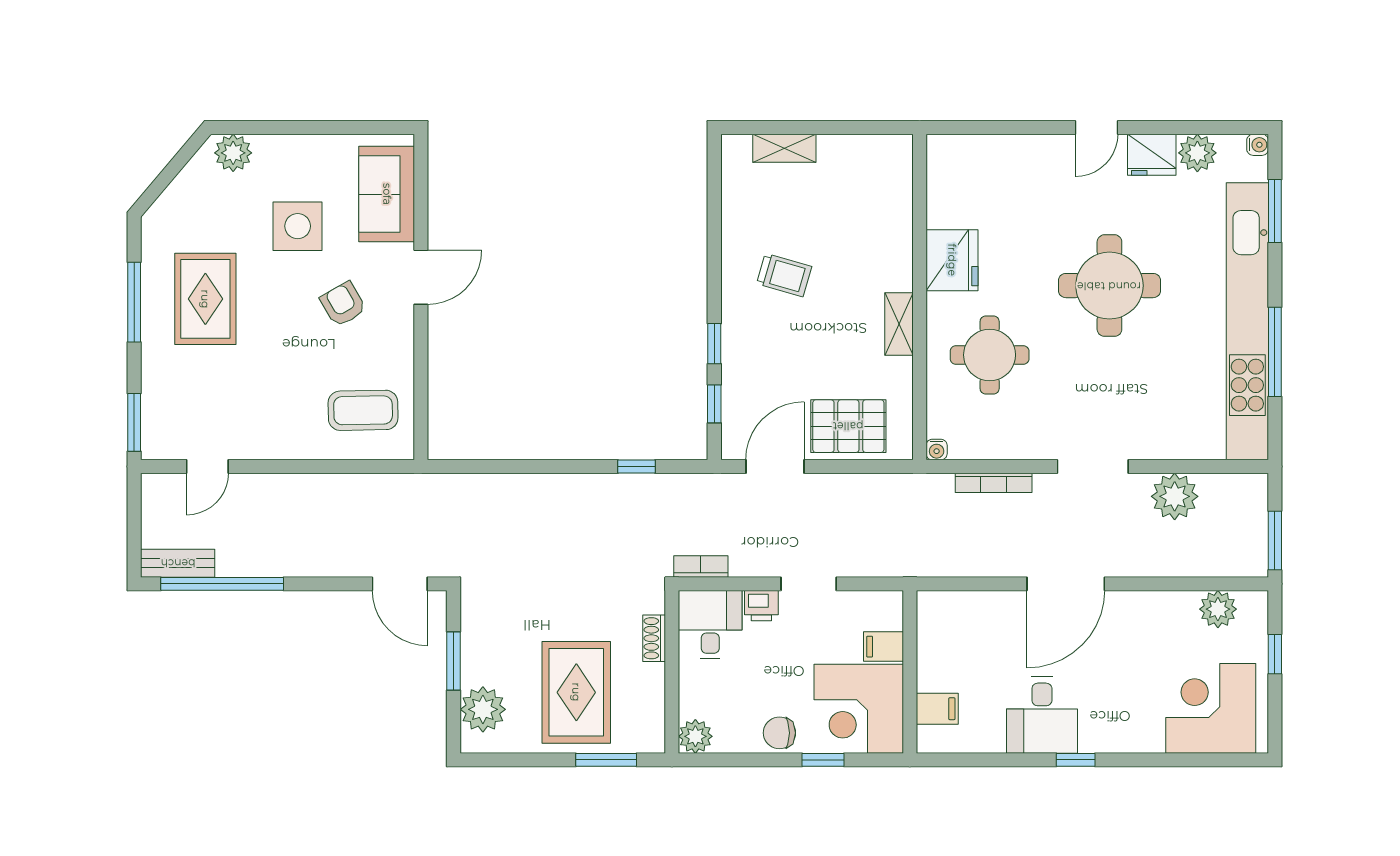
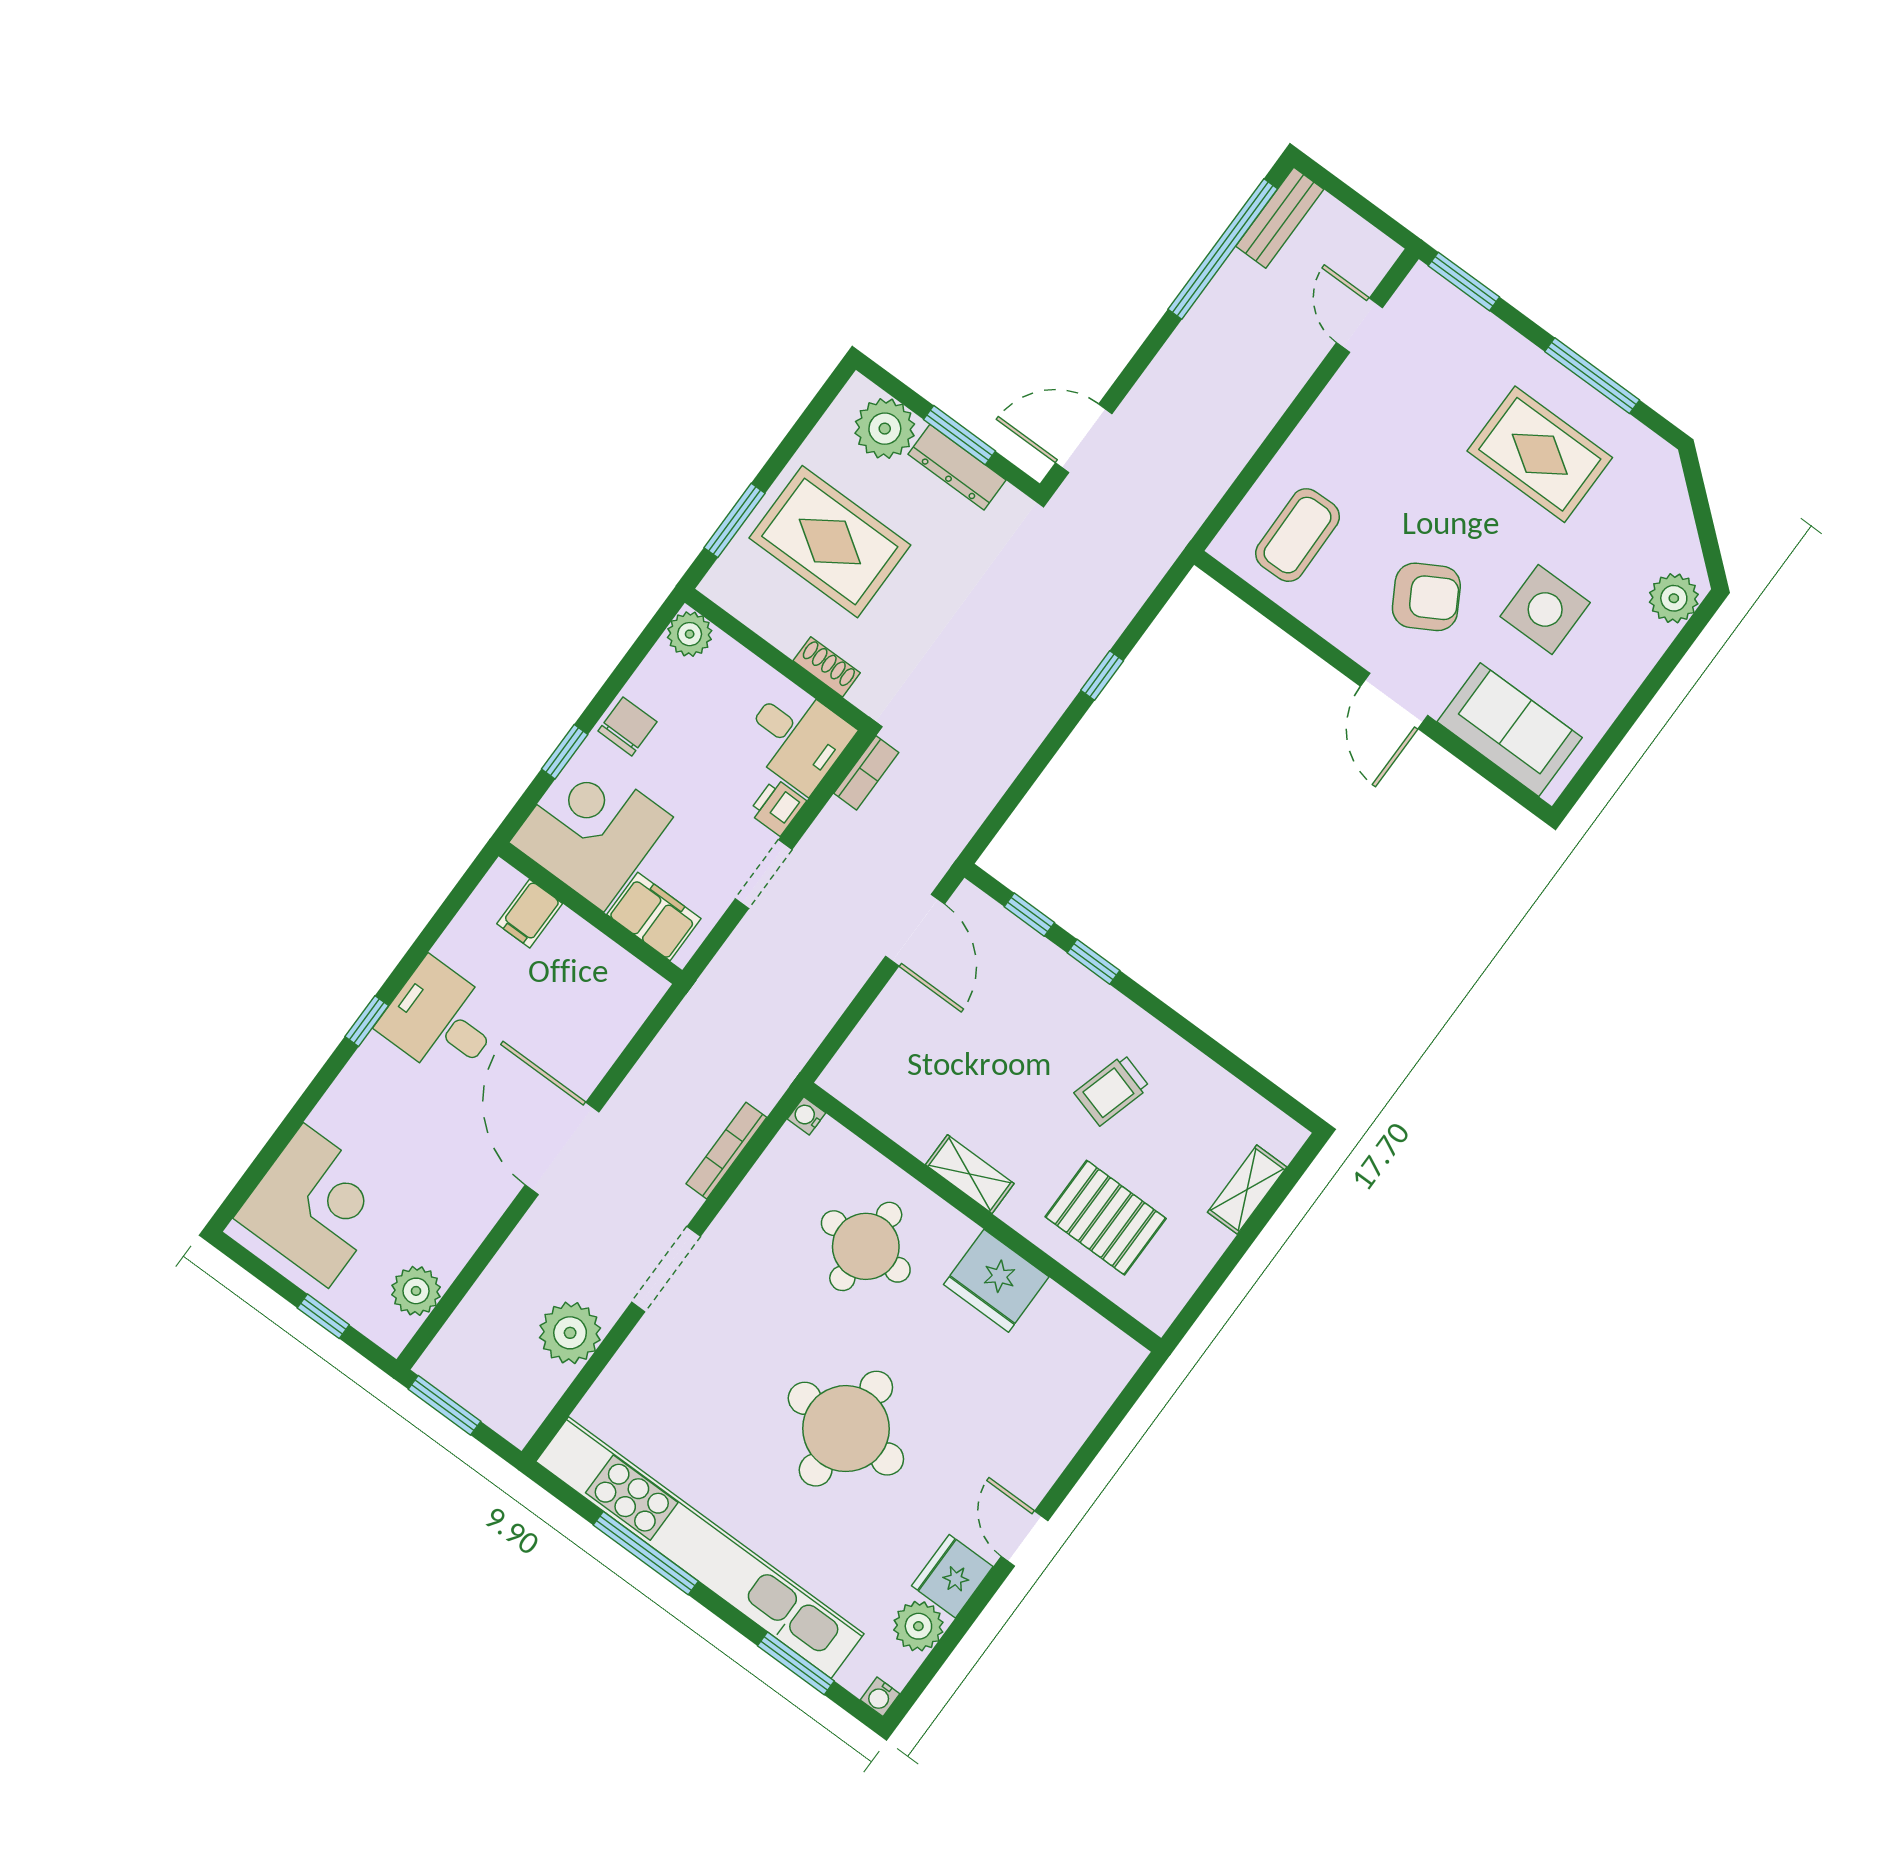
armchair: (343, 304) -> (1426, 597), width x1.38, depth x1.38
pallet: (848, 426) -> (1106, 1218), moved, turned 90
window: (637, 466) -> (1102, 676), moved
filing cabinet: (883, 647) -> (654, 917), width x2.00
dresser: (474, 648) -> (957, 467), added

